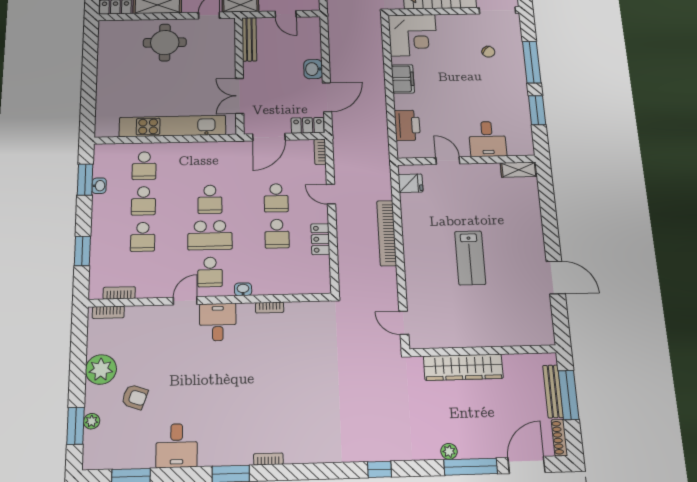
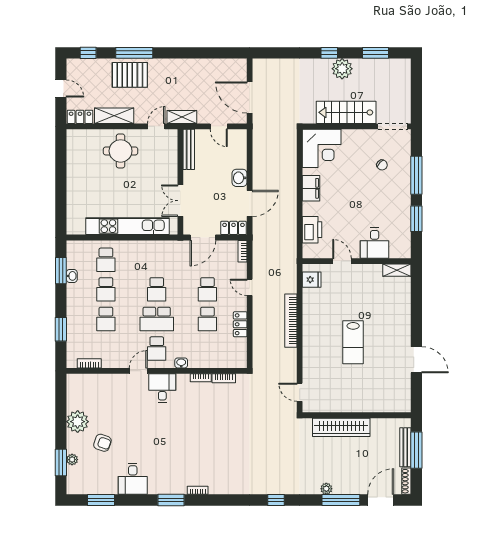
bookcase: (108, 312) -> (224, 378), moved

